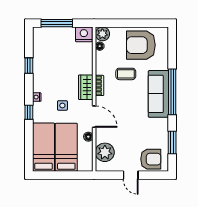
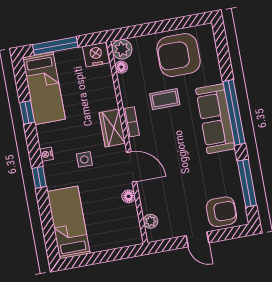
window: (172, 143) -> (247, 183), width x1.44
bed: (66, 147) -> (44, 88), moved, turned 180
plant: (105, 152) -> (151, 221), width x0.53, depth x0.53

